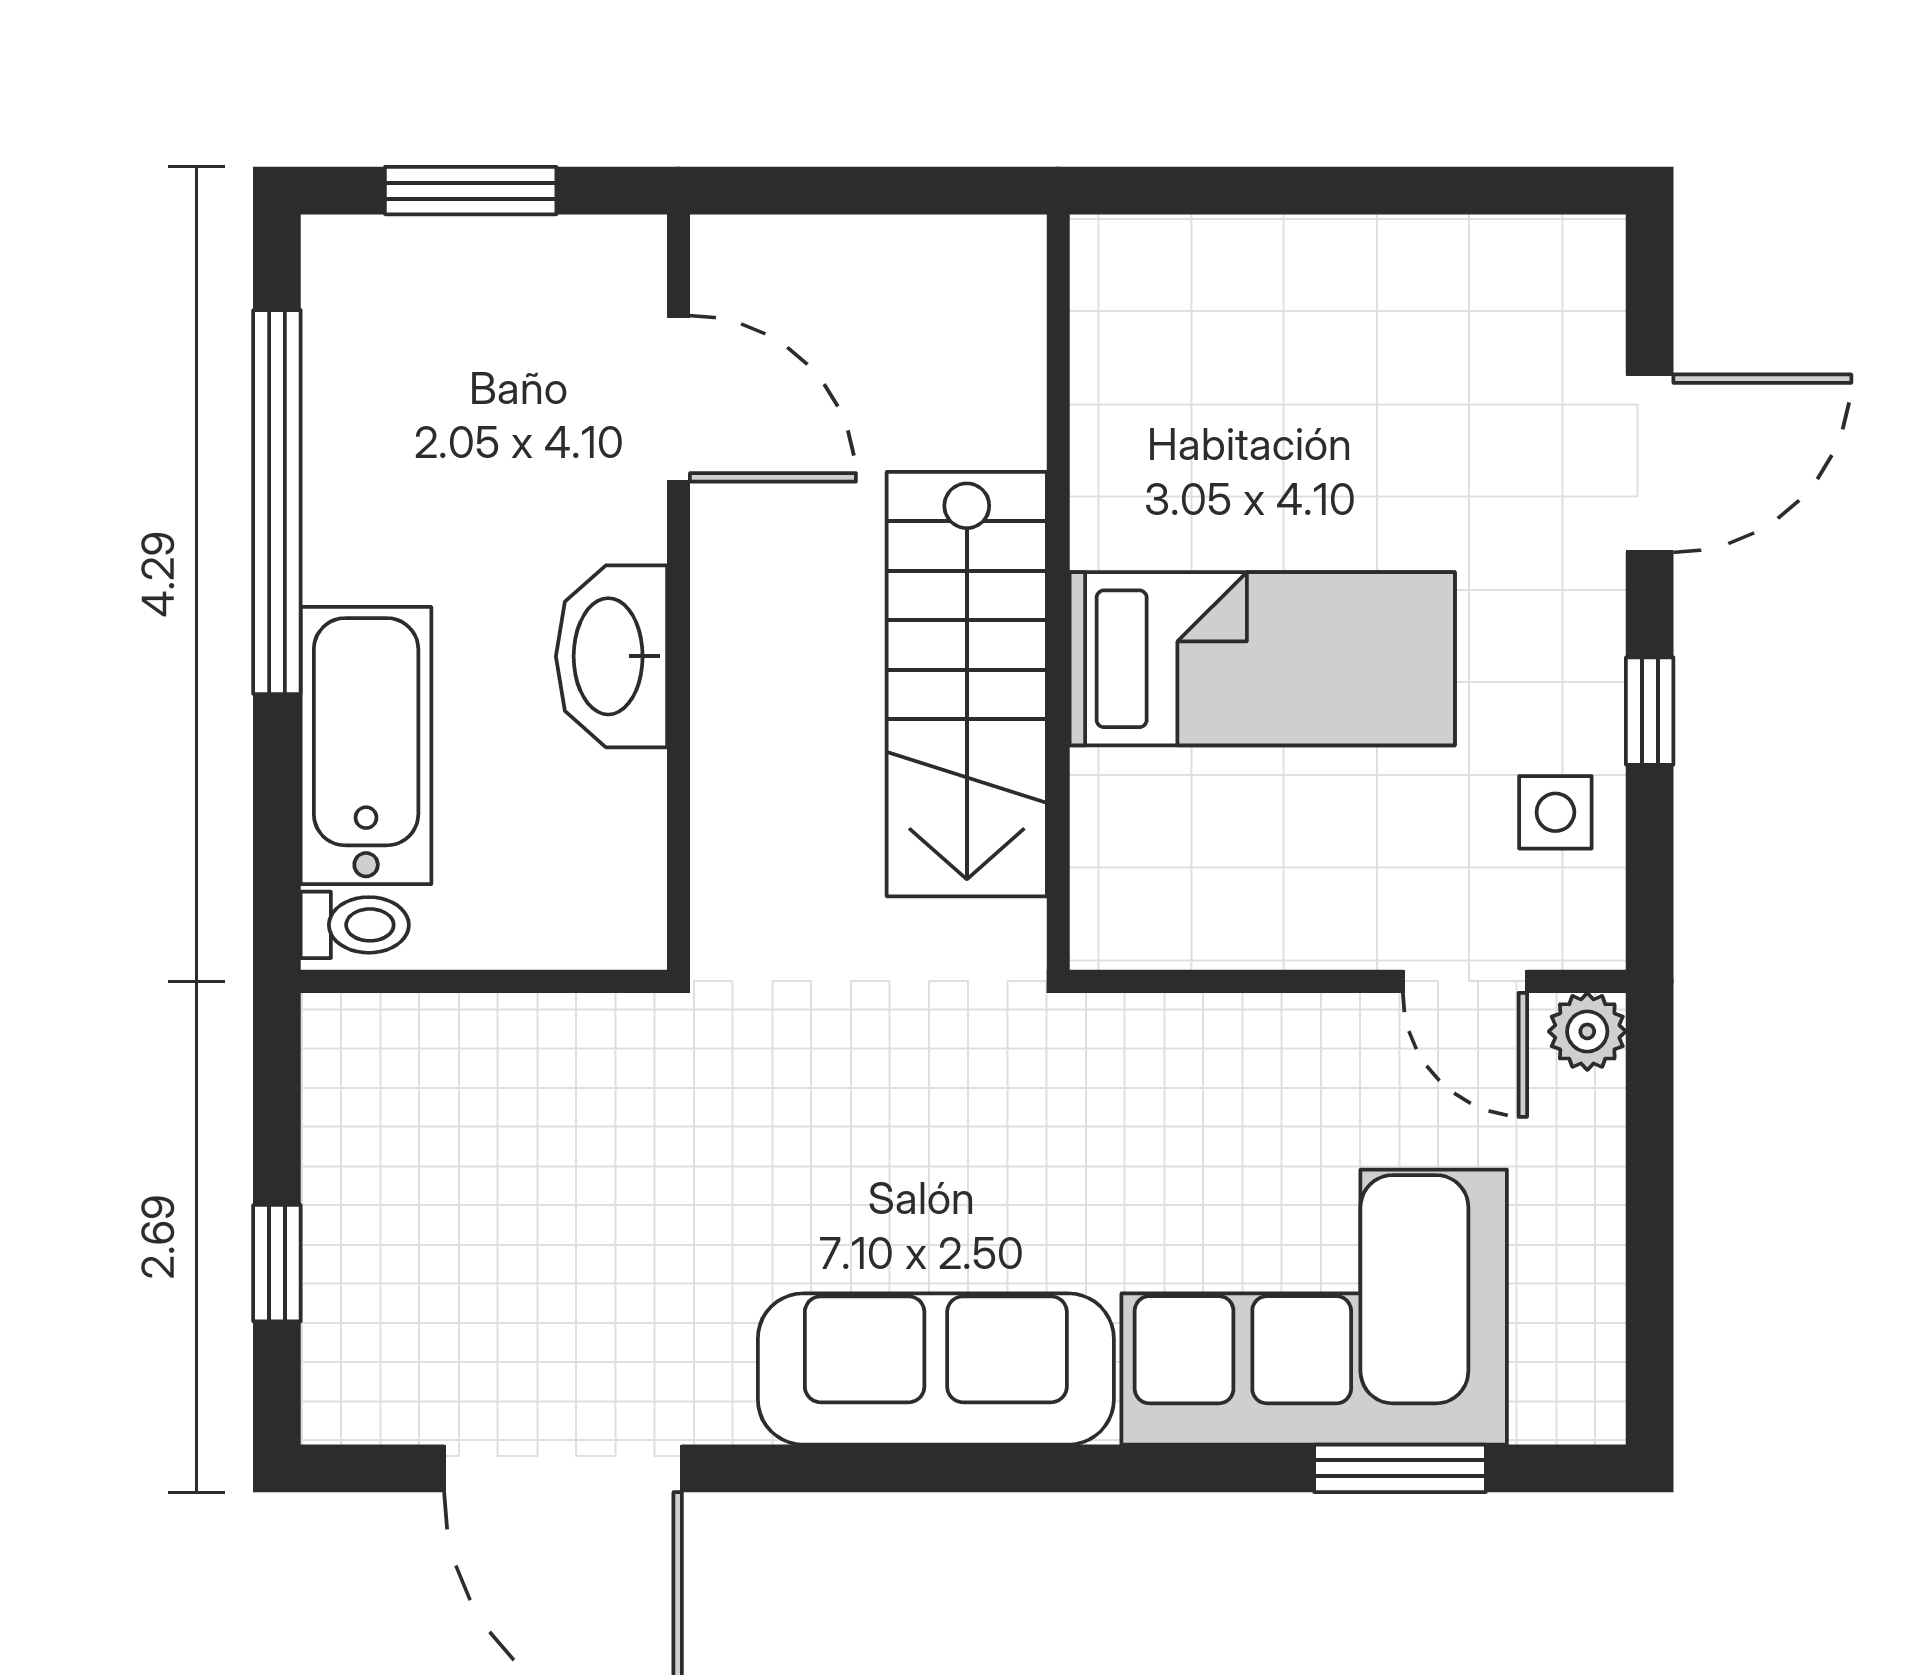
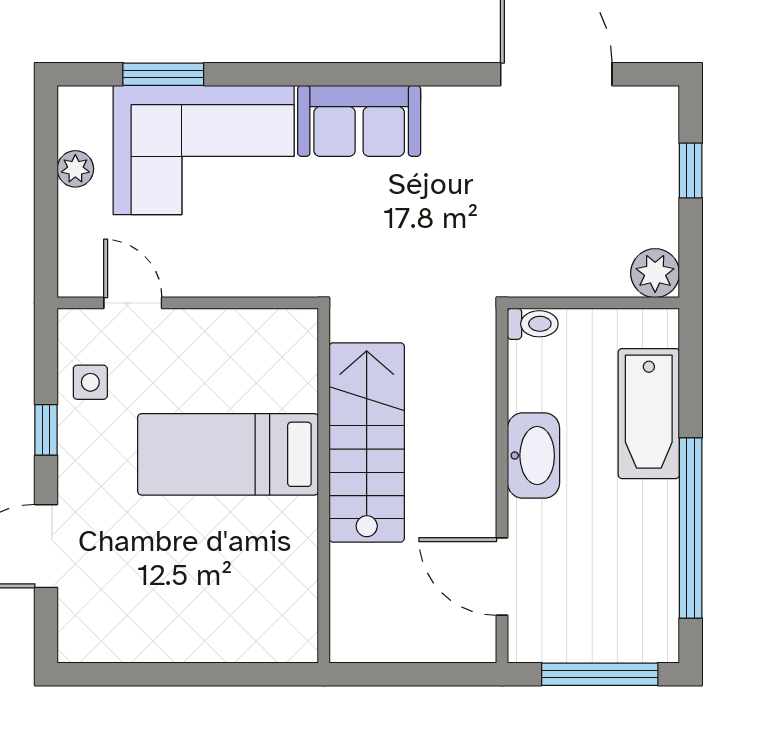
window: (471, 191) -> (600, 674), width x1.44
toilet: (355, 925) -> (533, 324), moved, turned 180
plant: (1587, 1031) -> (75, 169), moved
plant: (353, 1045) -> (655, 273), added
sofa: (936, 1369) -> (359, 121), width x0.73

